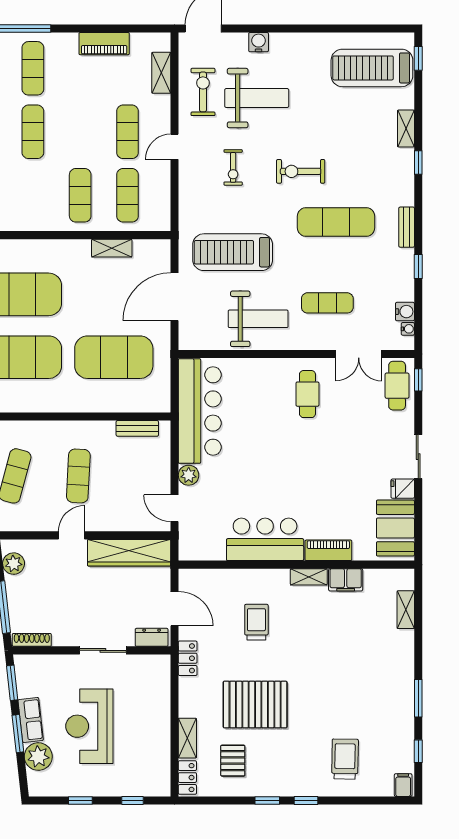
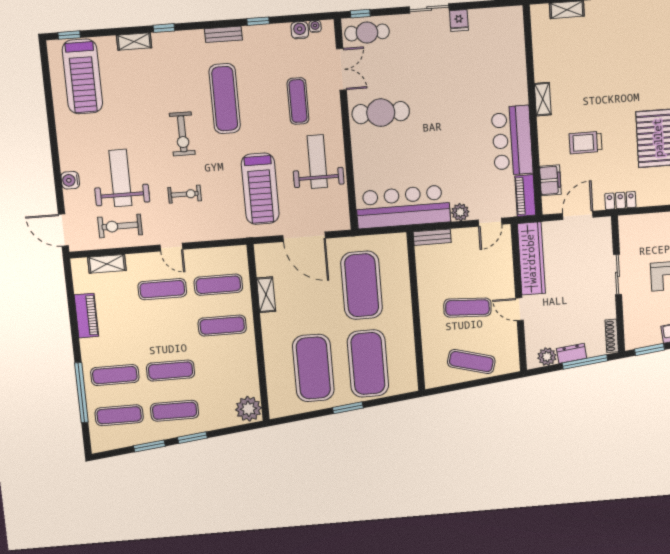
cafe table: (307, 394) -> (381, 113), width x1.37, depth x1.35
bench: (137, 428) -> (432, 237), moved, turned 90
booth: (395, 528) -> (495, 24), removed
piano: (328, 550) -> (525, 196), moved
filing cabinet: (346, 580) -> (550, 180), moved
dresser: (152, 637) -> (572, 353), moved, turned 84

